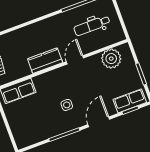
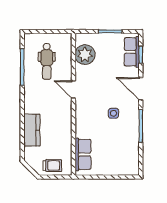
kitchen counter: (45, 61) -> (32, 130), moved, turned 180

